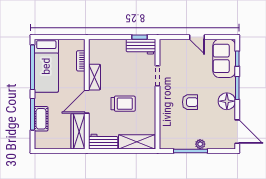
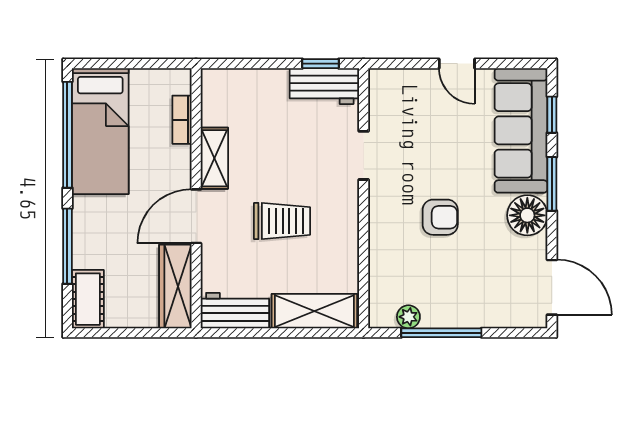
sofa: (224, 58) -> (521, 130), width x1.36
cot: (41, 119) -> (88, 299), moved
plant: (200, 144) -> (408, 317), moved

